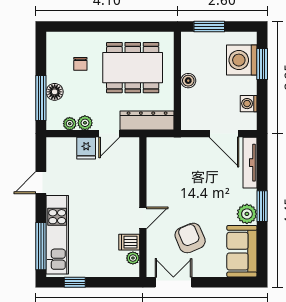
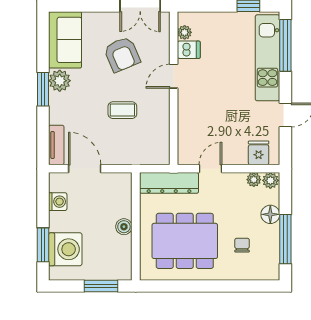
window: (41, 98) -> (285, 239), moved
plant: (85, 123) -> (270, 180), moved
fridge: (86, 148) -> (259, 153), moved
tv unit: (250, 163) -> (56, 145), width x0.71
coffee table: (190, 187) -> (122, 110), added

